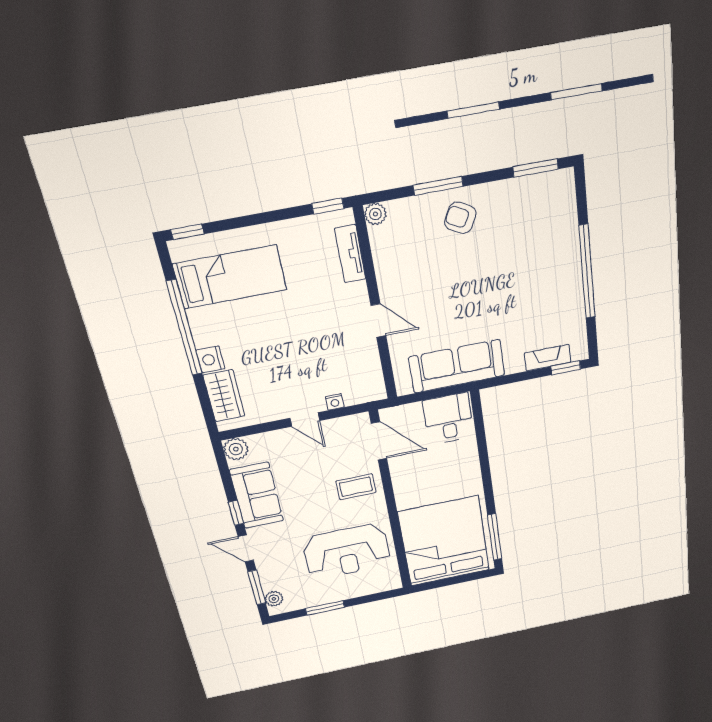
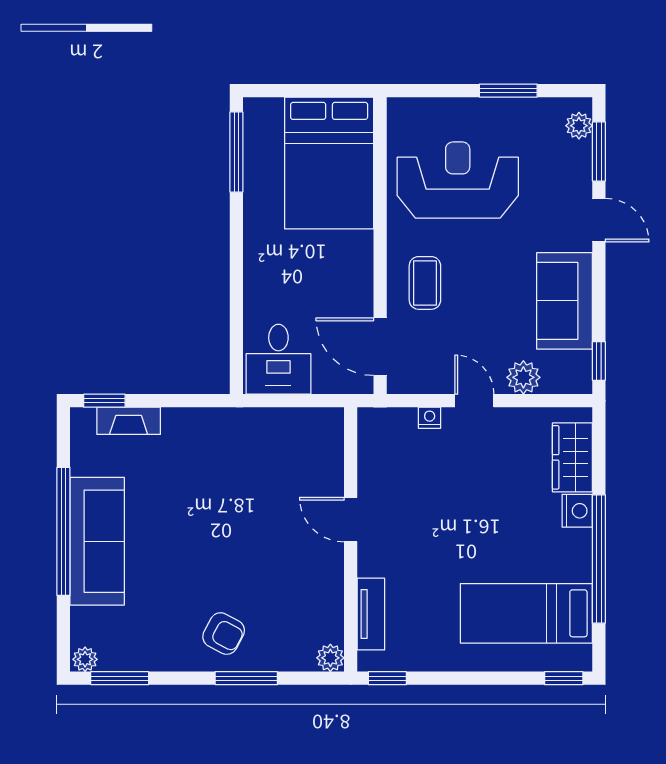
plant: (563, 178) -> (85, 659), added
sofa: (457, 366) -> (97, 541), moved, turned -90
plant: (236, 449) -> (523, 377), moved
coffee table: (356, 487) -> (425, 283), turned 90
window: (236, 513) -> (599, 361), moved
bed: (444, 541) -> (329, 163), width x0.73

